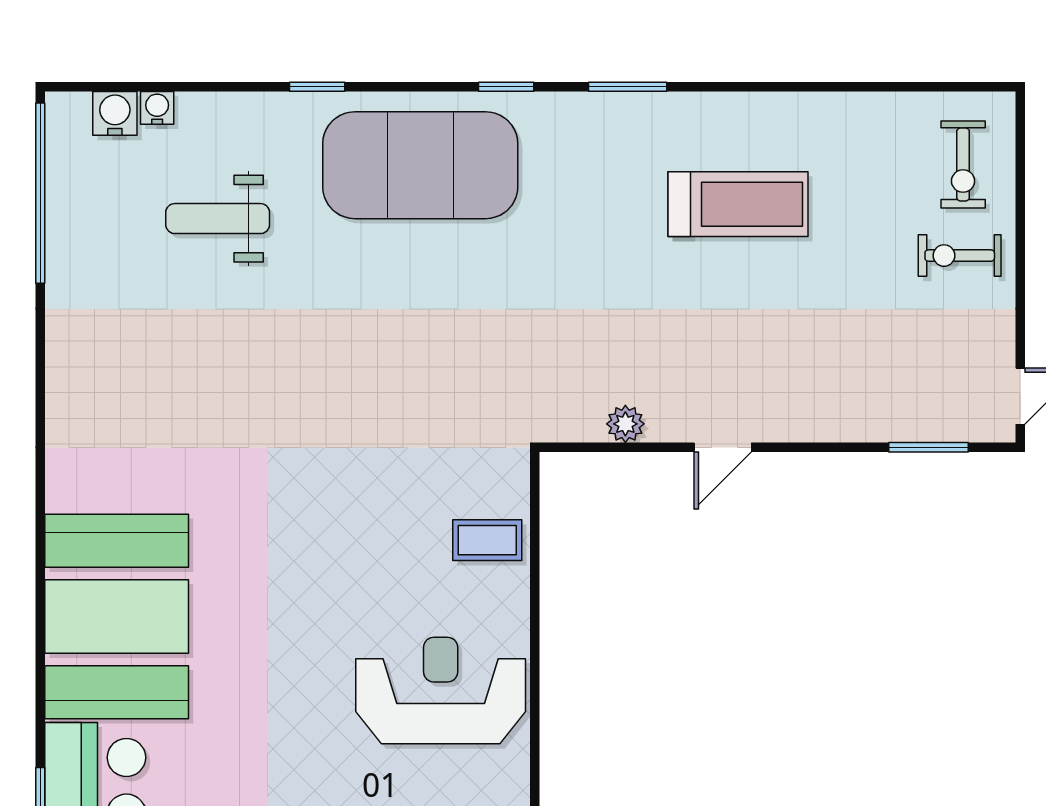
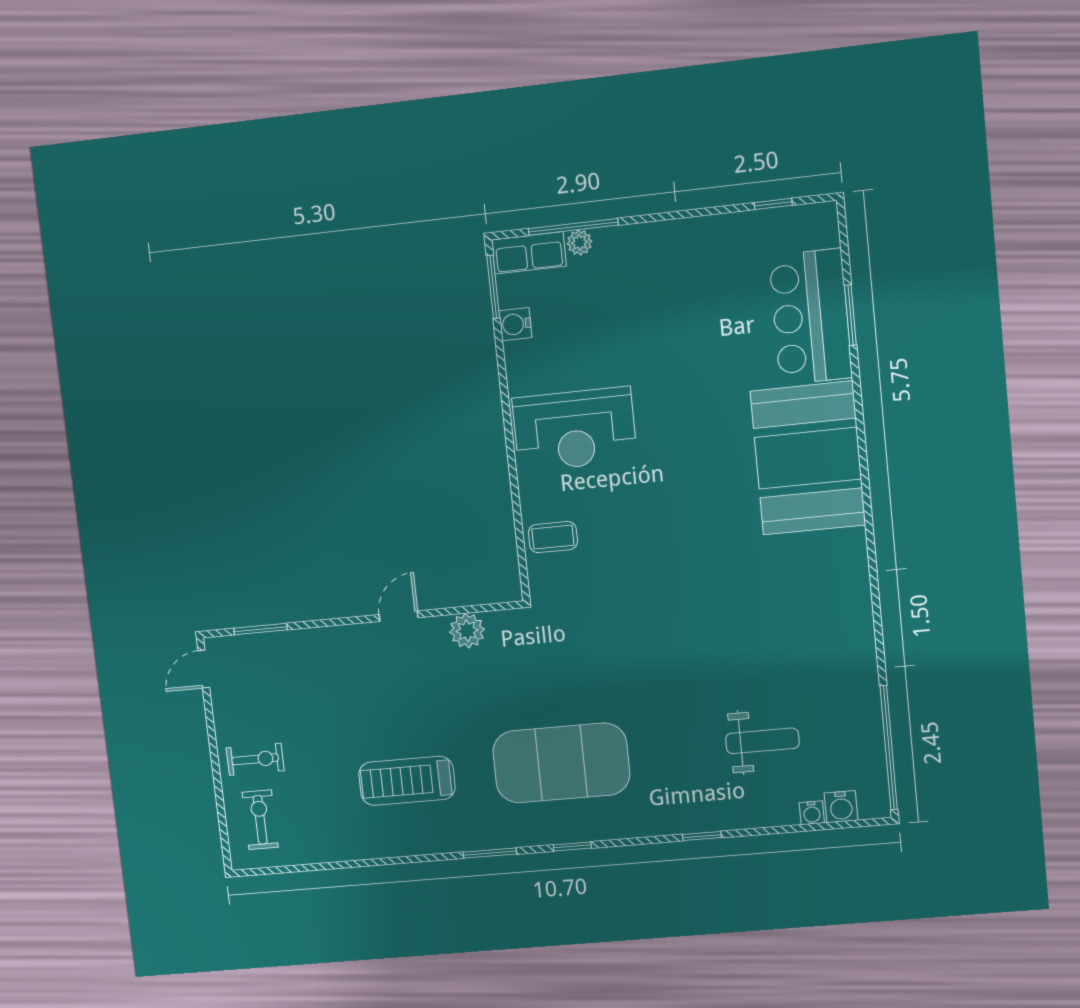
exercise mat: (420, 165) -> (561, 763), moved
plant: (625, 424) -> (467, 631), width x1.38, depth x1.38

